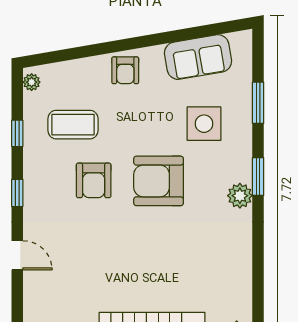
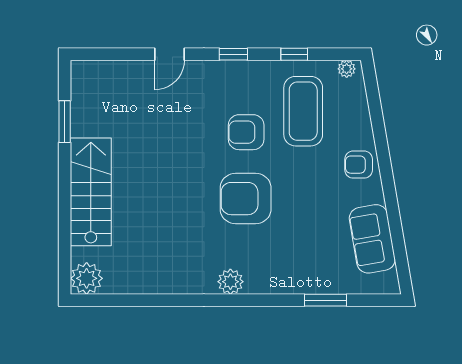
side table: (204, 124) -> (304, 245), removed
coffee table: (73, 125) -> (303, 111), width x1.36, depth x1.32
window: (258, 176) -> (250, 300), removed
armchair: (159, 181) -> (246, 199), turned -90

